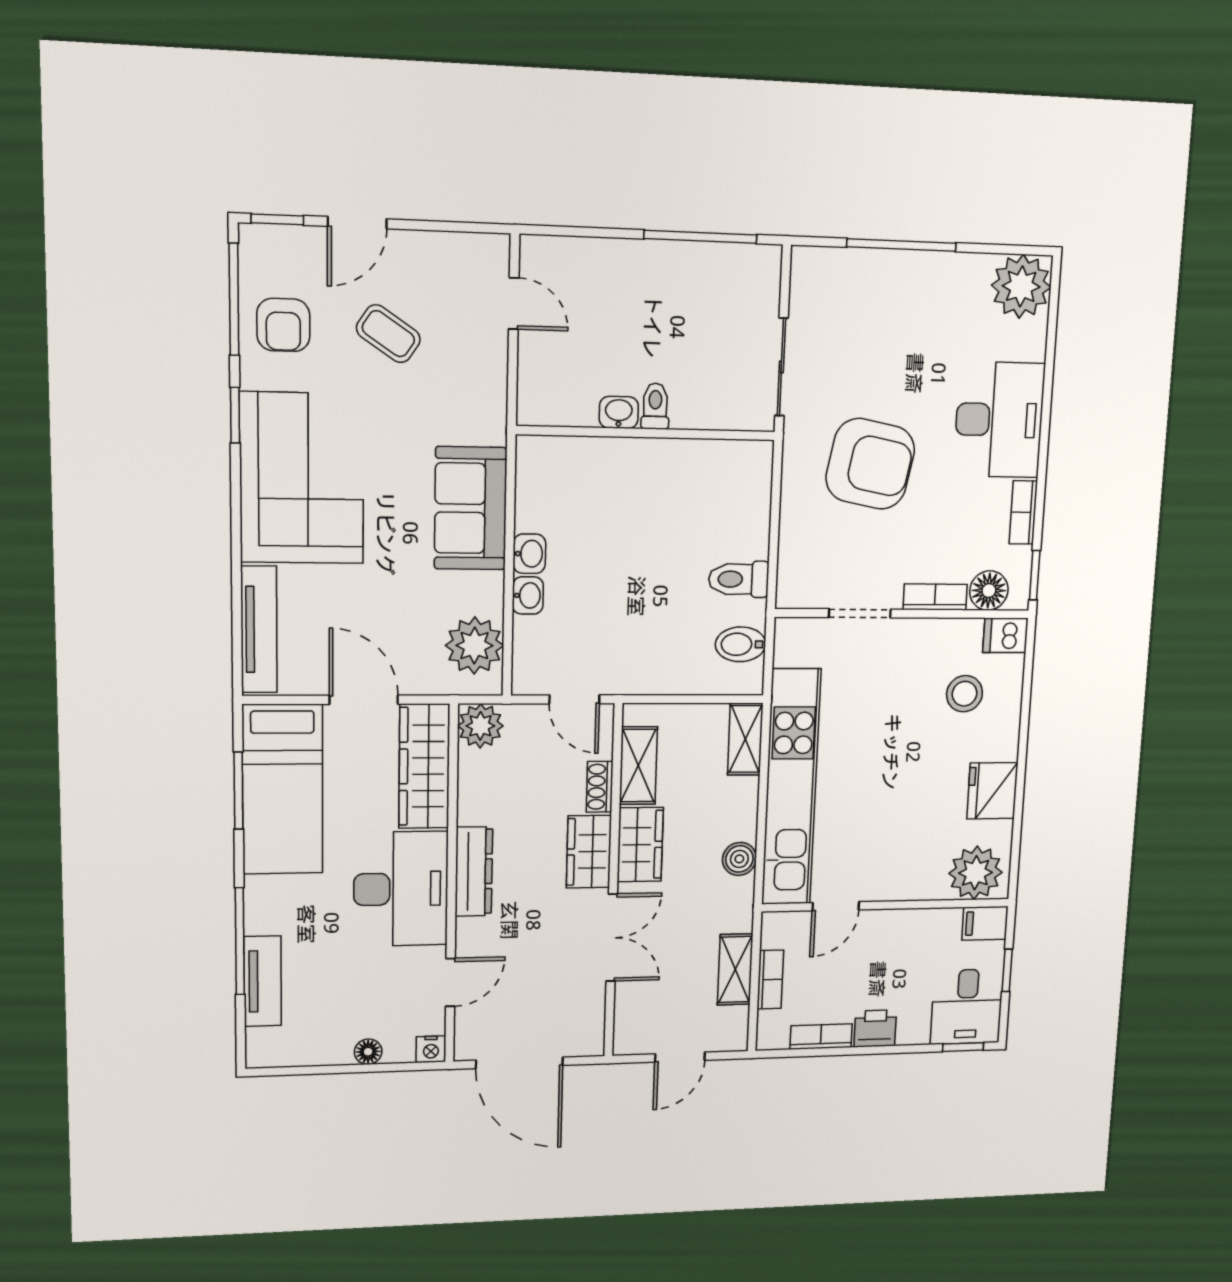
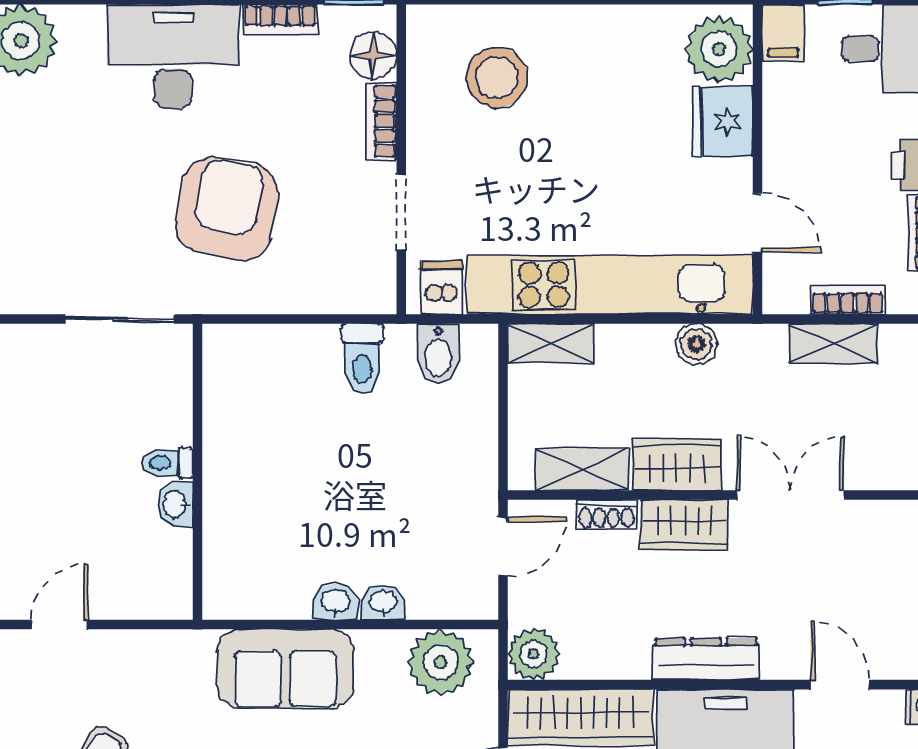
dishwasher: (1005, 635) -> (442, 288), moved, turned 180
stool: (965, 694) -> (497, 77), width x1.38, depth x1.38
fridge: (992, 791) -> (723, 121), moved, turned 90

